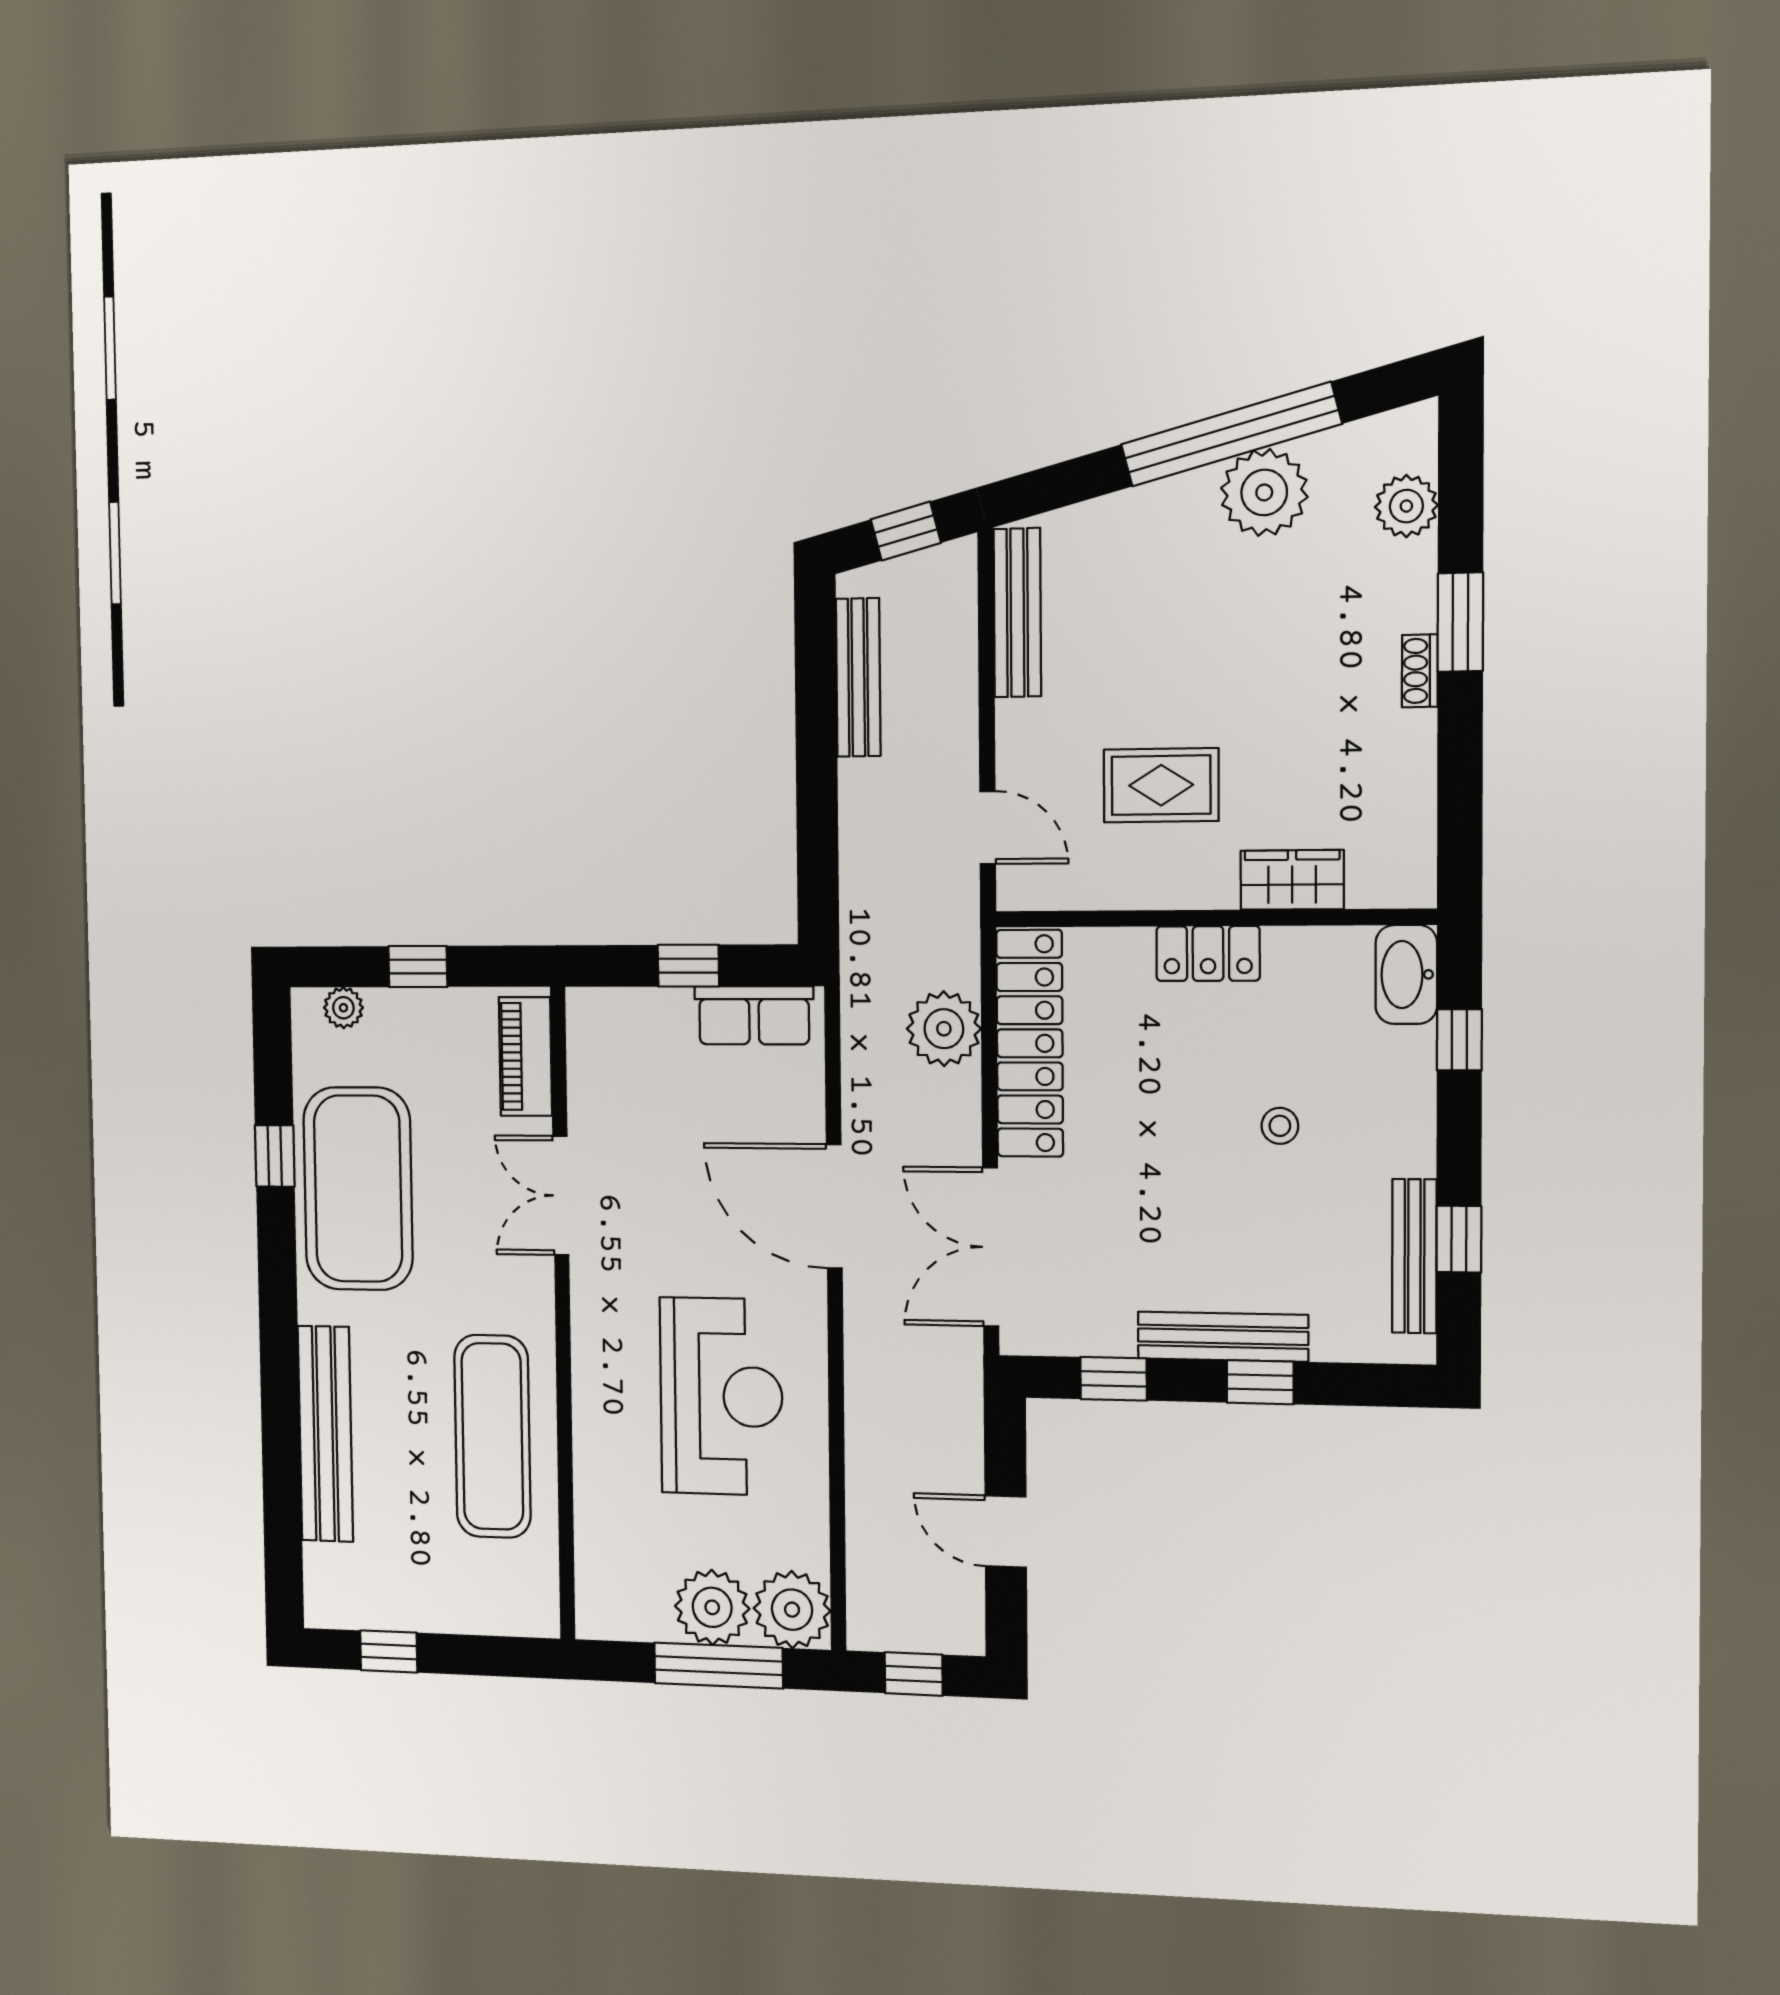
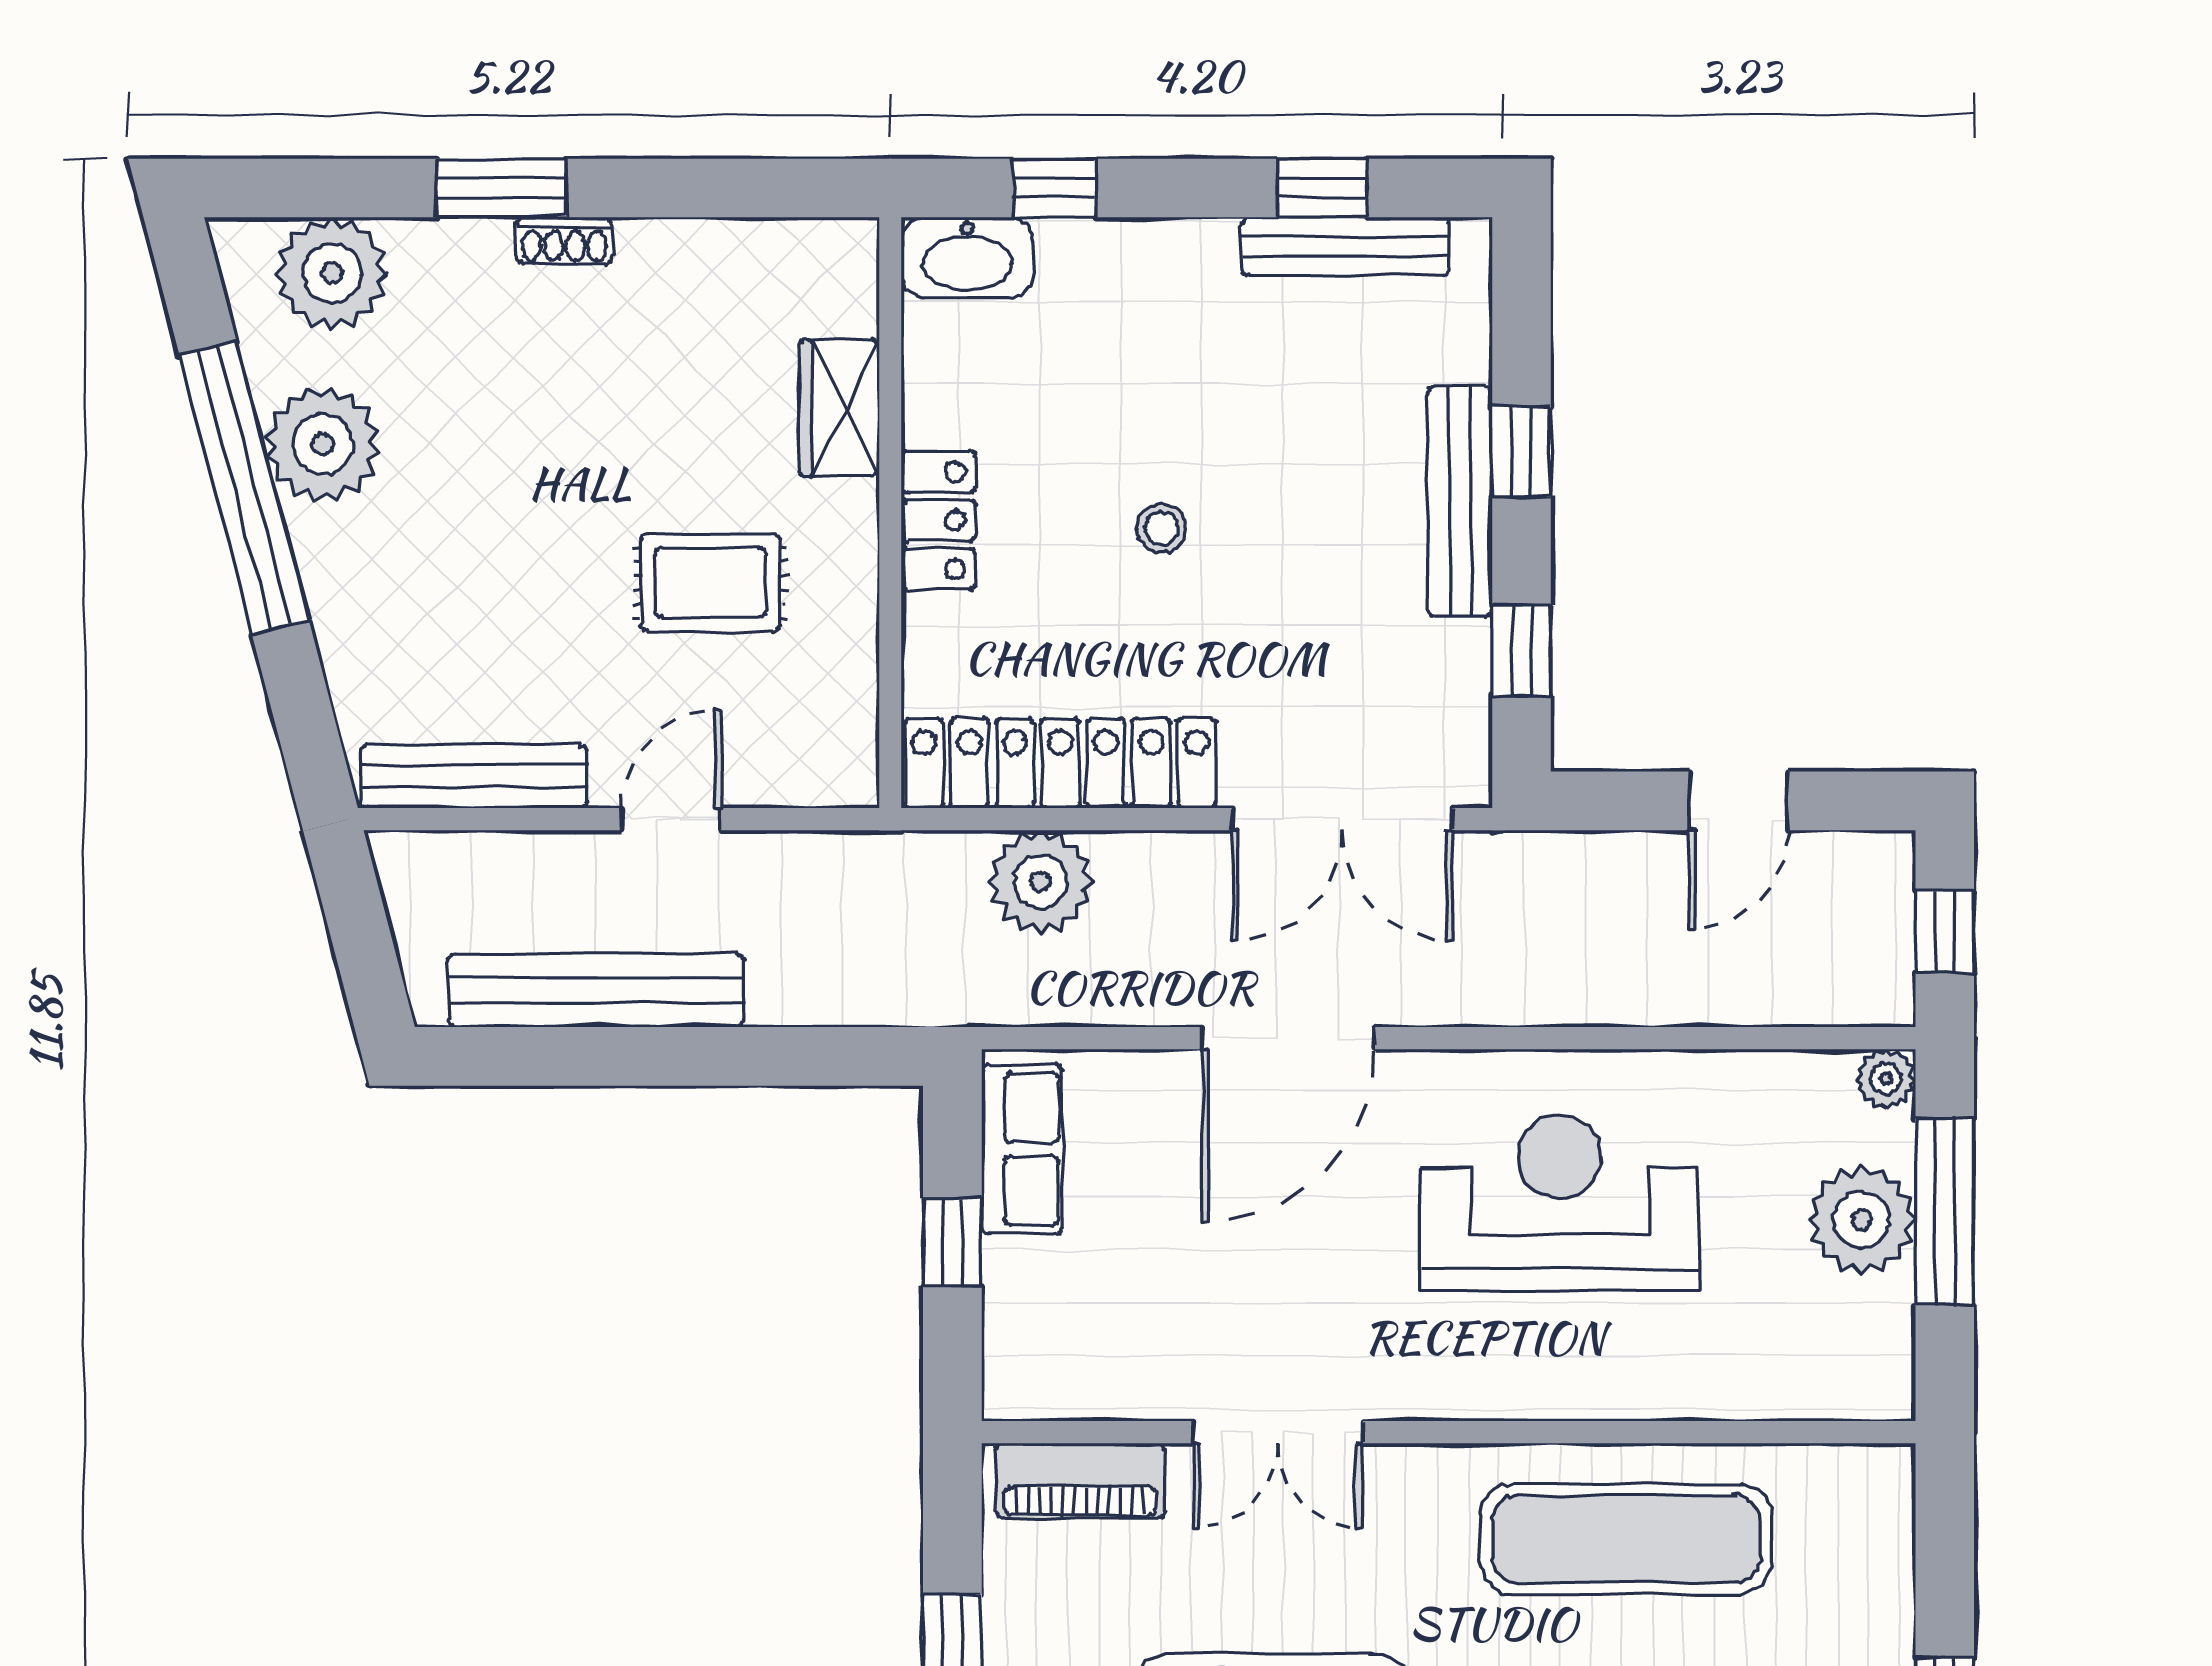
plant: (1406, 506) -> (332, 273), width x1.36, depth x1.36
window: (906, 531) -> (359, 929), removed
bench: (858, 677) -> (596, 990), width x1.37, depth x1.21
rug: (1161, 785) -> (710, 583), turned 90
door: (988, 828) -> (671, 819), moved
stool: (1280, 1126) -> (1162, 528), moved
plant: (792, 1610) -> (1886, 1079), width x0.53, depth x0.53

